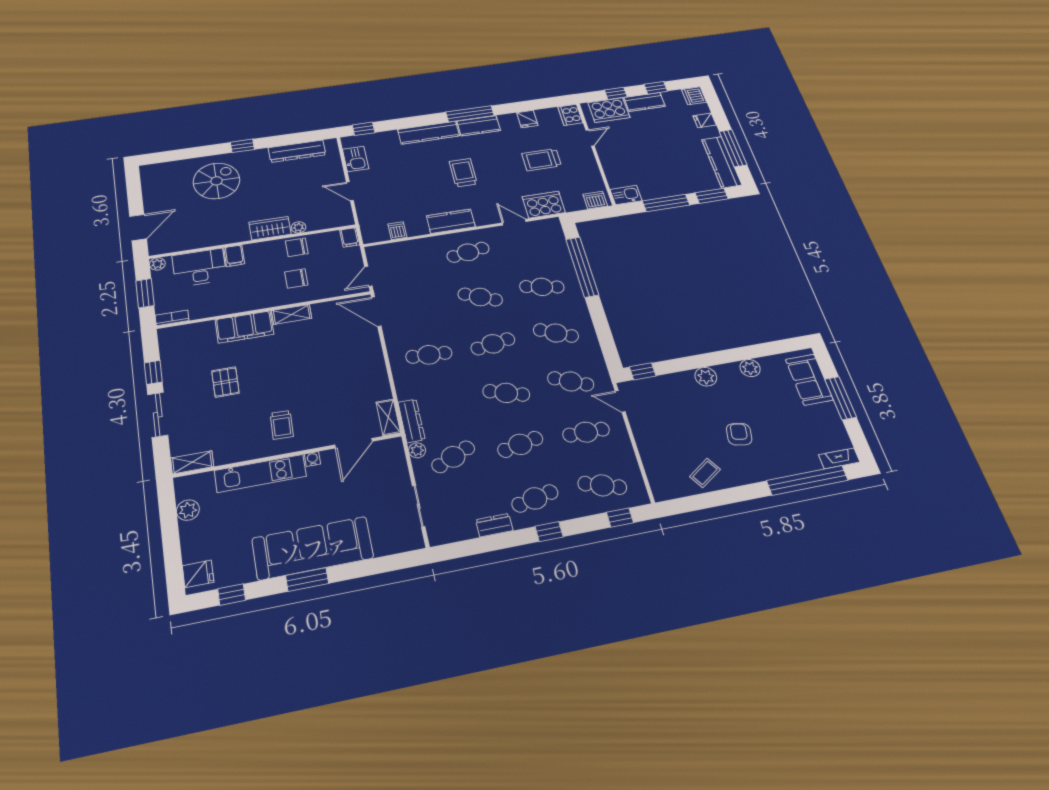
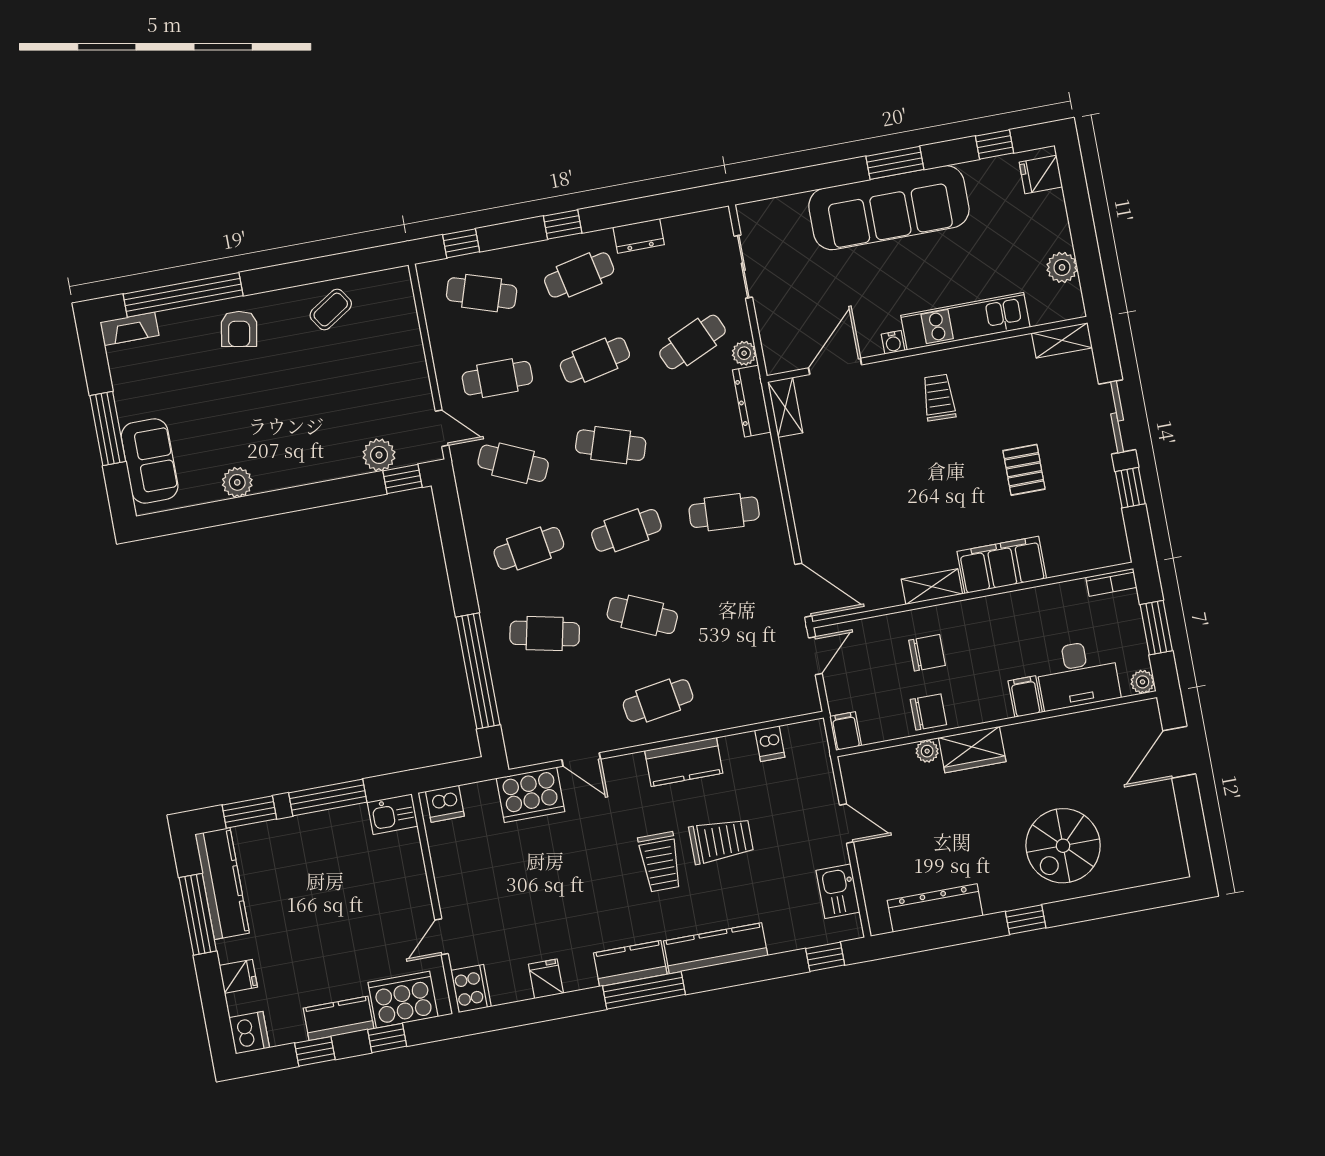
trolley: (541, 160) -> (721, 841), moved
cafe table: (556, 333) -> (529, 548), turned -33
plant: (706, 377) -> (379, 455), moved
armchair: (739, 434) -> (239, 329), moved

